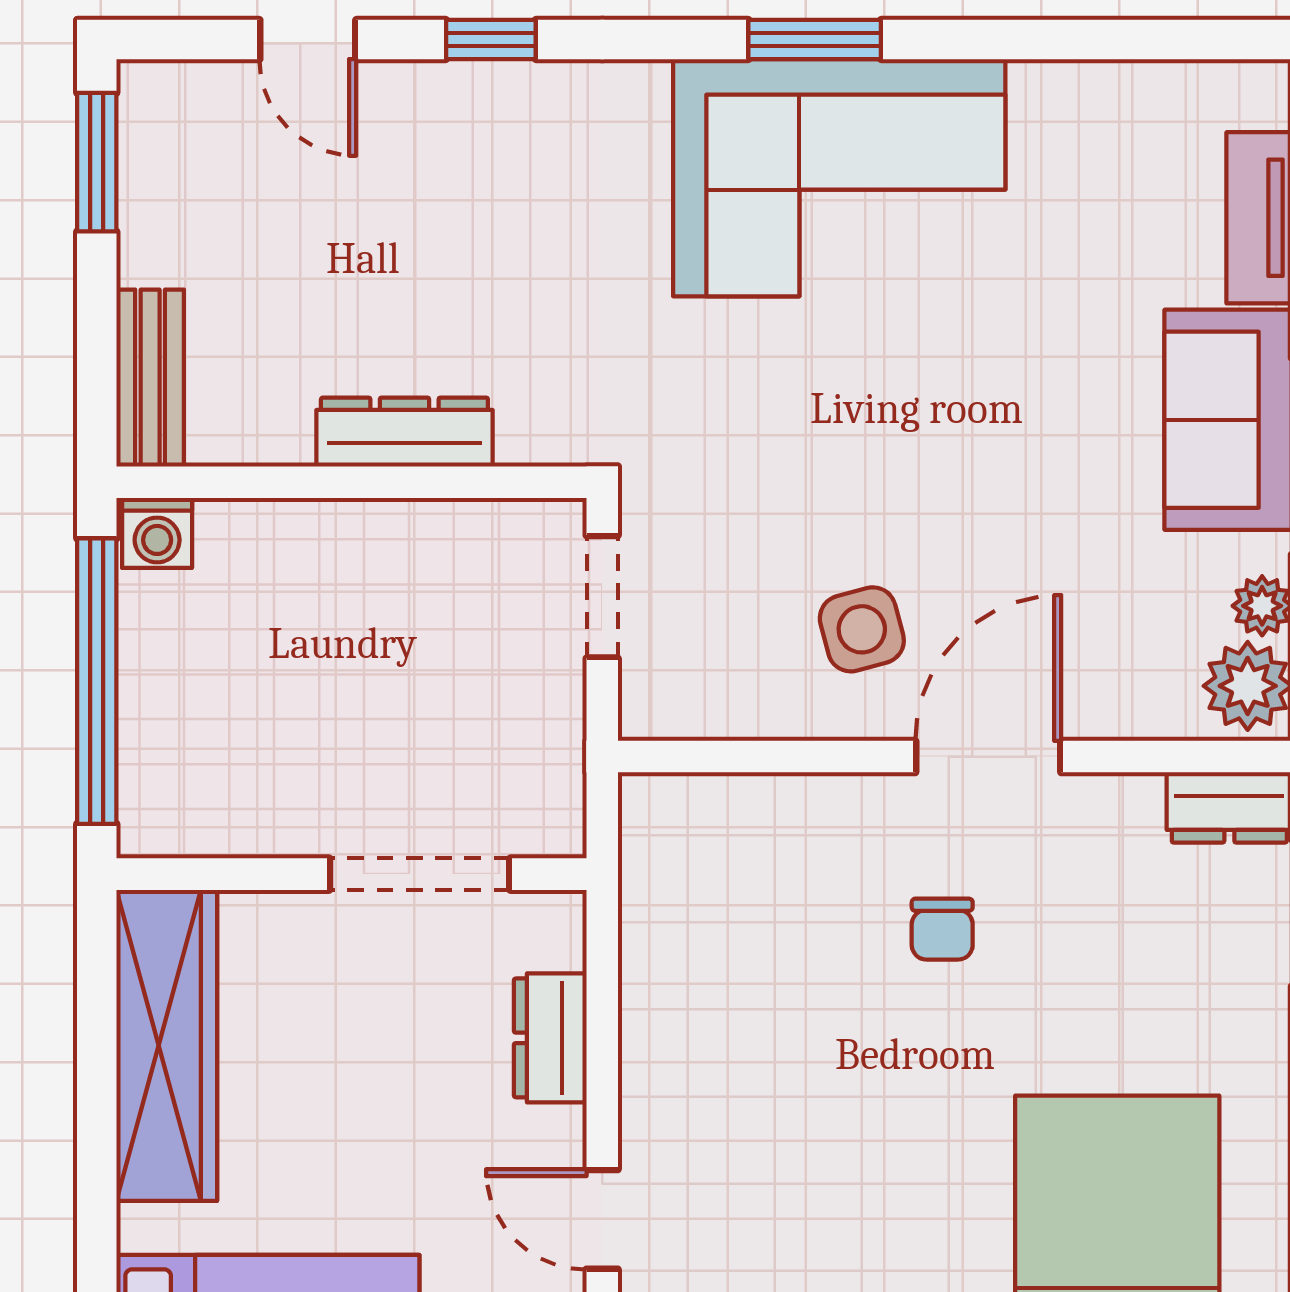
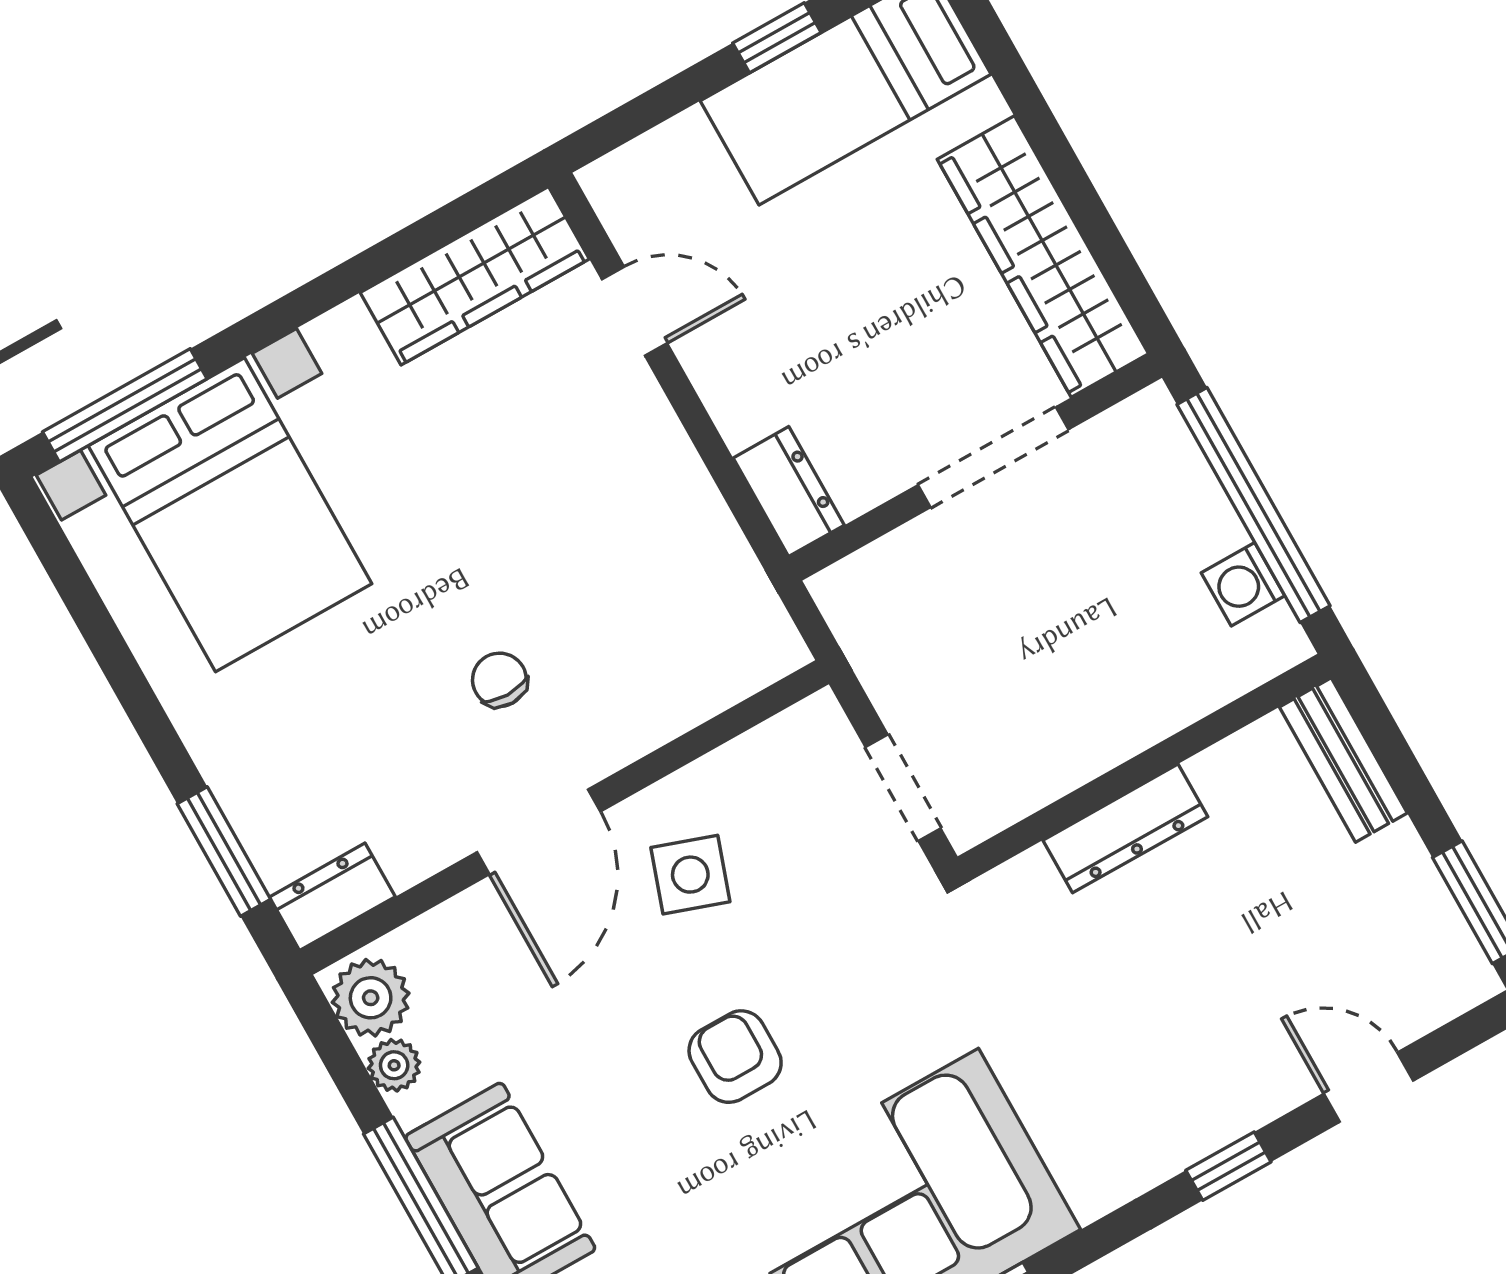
armchair: (919, 424) -> (735, 1057), added
washing machine: (157, 533) -> (1243, 584), moved, turned -90
side table: (862, 629) -> (690, 875), turned 34
doorway: (420, 874) -> (993, 457), moved
dresser: (550, 1038) -> (789, 492), moved

